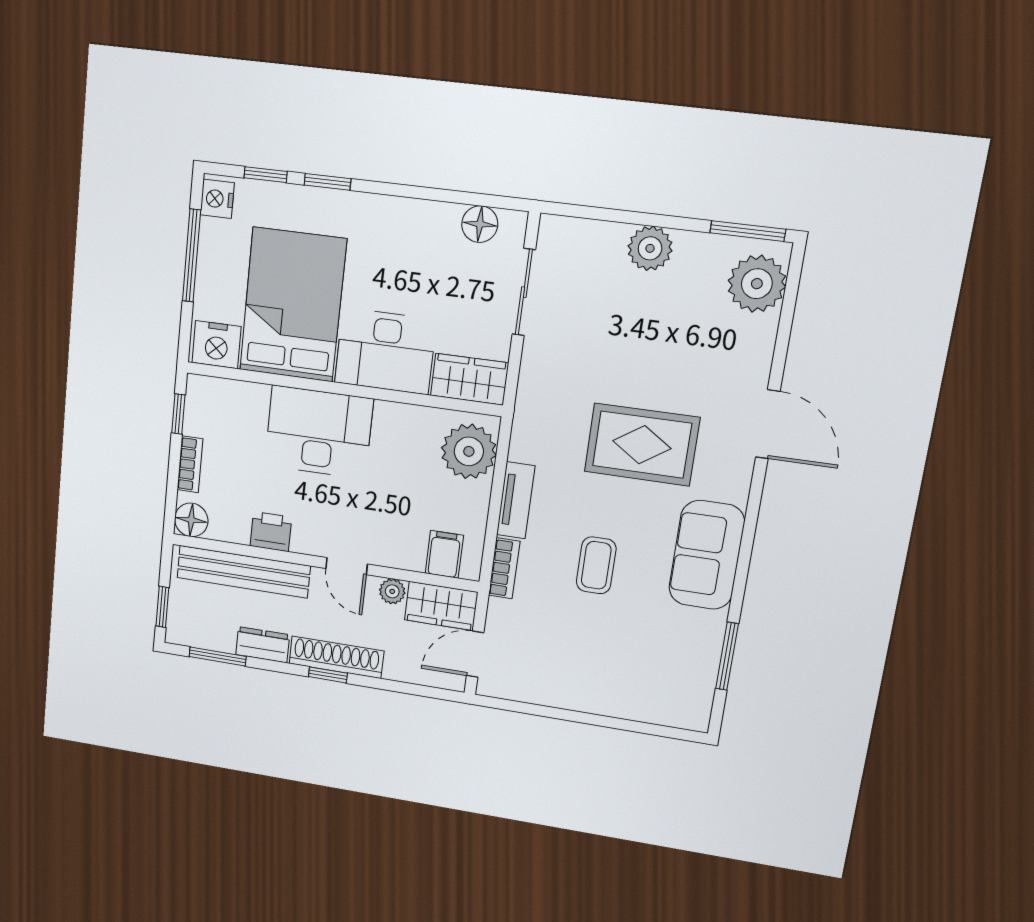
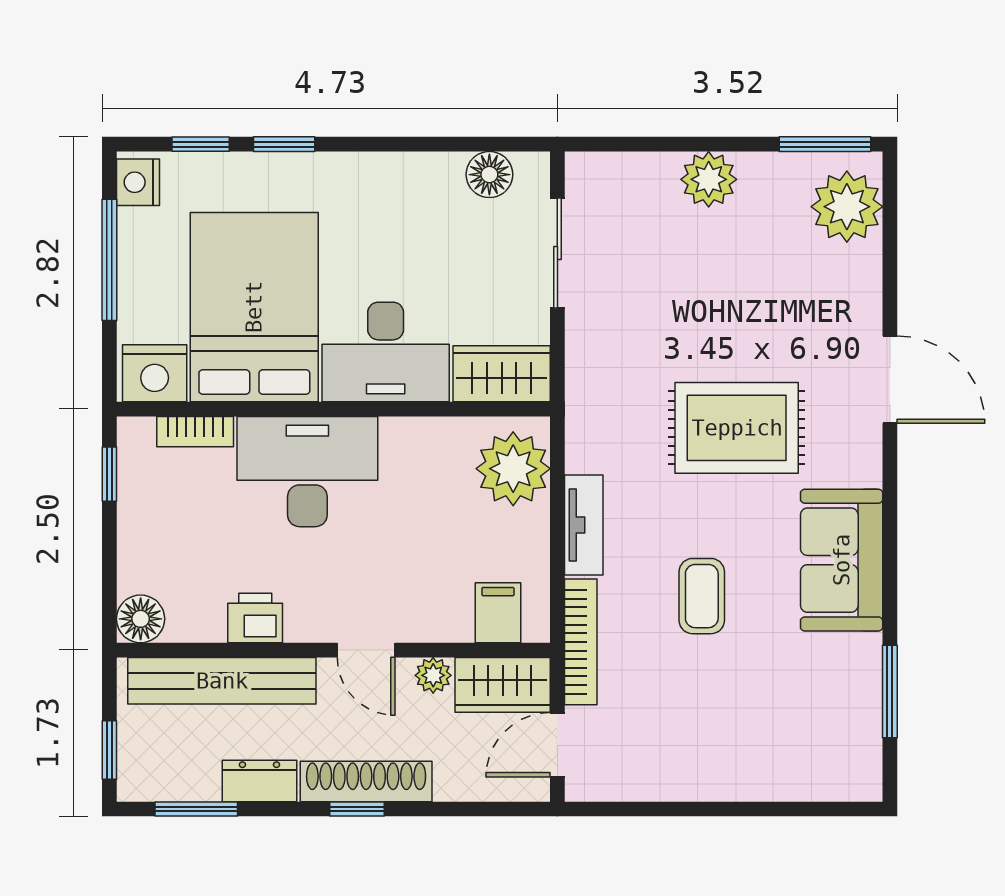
bookcase: (190, 464) -> (195, 432), moved, turned 90
bookcase: (504, 568) -> (581, 642), width x1.56

